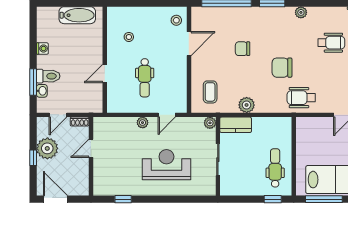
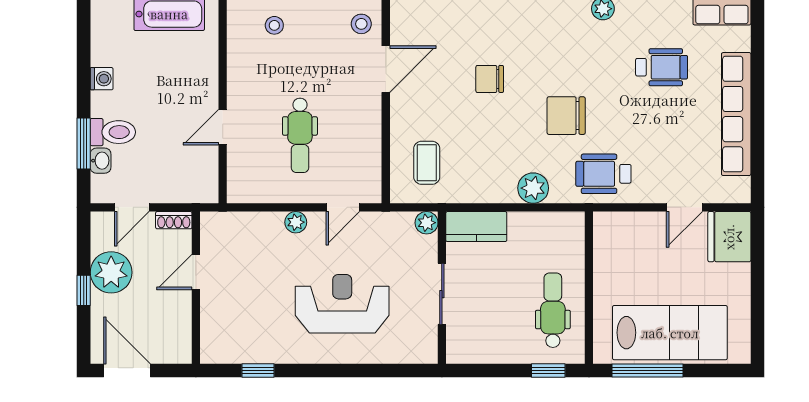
stool: (129, 37) -> (274, 25), moved
plant: (247, 105) -> (533, 188), moved

